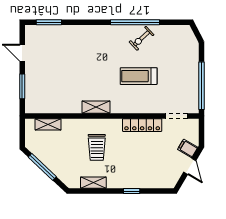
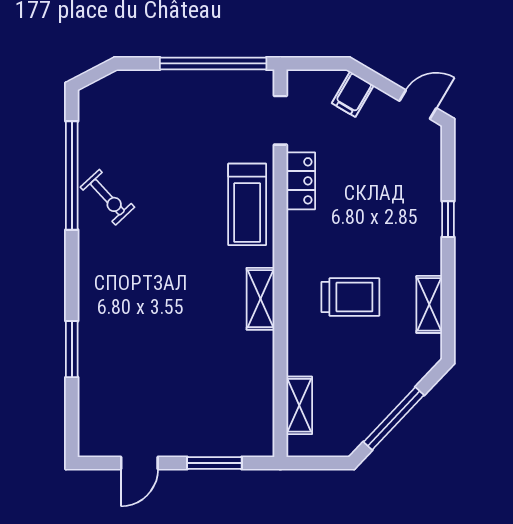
window: (49, 22) -> (72, 349), moved
window: (135, 22) -> (72, 175), moved
treadmill: (139, 76) -> (247, 204), moved
locker: (142, 125) -> (301, 181), width x0.66
door: (190, 166) -> (418, 105), moved

